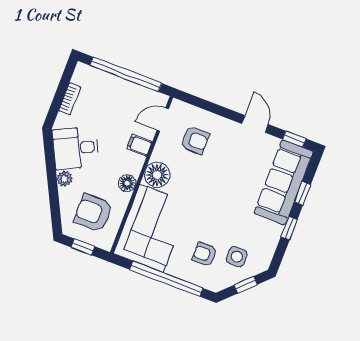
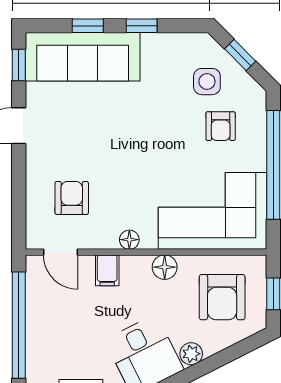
floor lamp: (157, 175) -> (129, 240), width x0.53, depth x0.53

